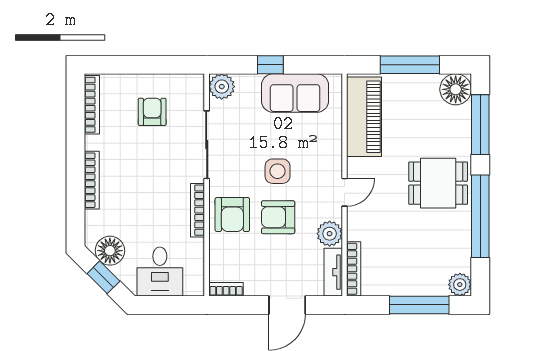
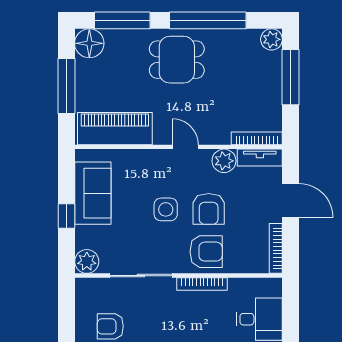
dining table: (438, 183) -> (177, 60), turned 90
bookcase: (226, 289) -> (276, 248), width x1.56

